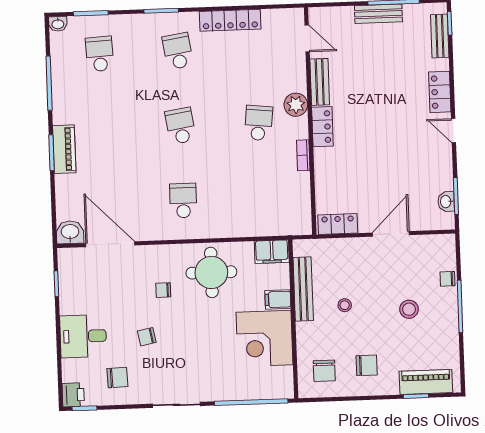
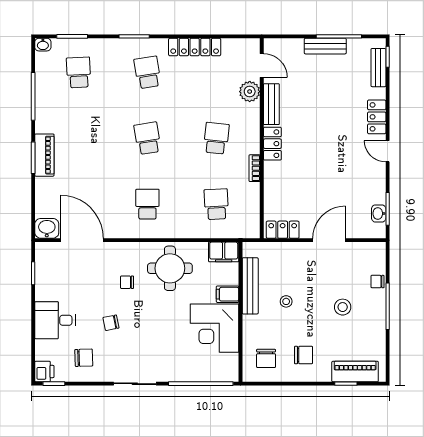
plant: (296, 105) -> (250, 92), moved
school desk: (261, 198) -> (216, 204), added

